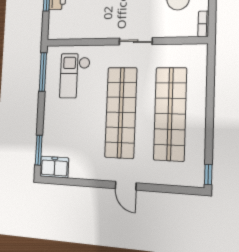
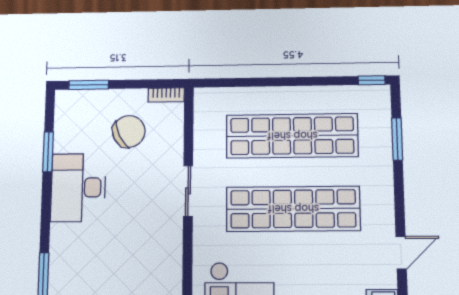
door: (126, 186) -> (401, 253), moved
window: (164, 189) -> (397, 139), added

